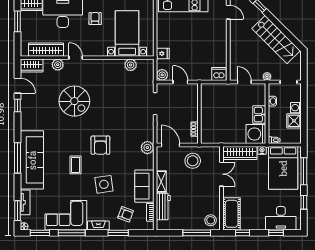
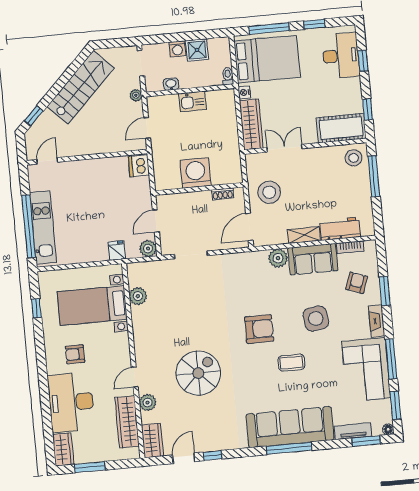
washing machine: (256, 134) -> (196, 173), moved, turned 180
plant: (147, 148) -> (278, 258), moved

